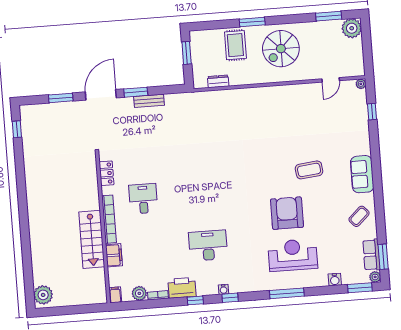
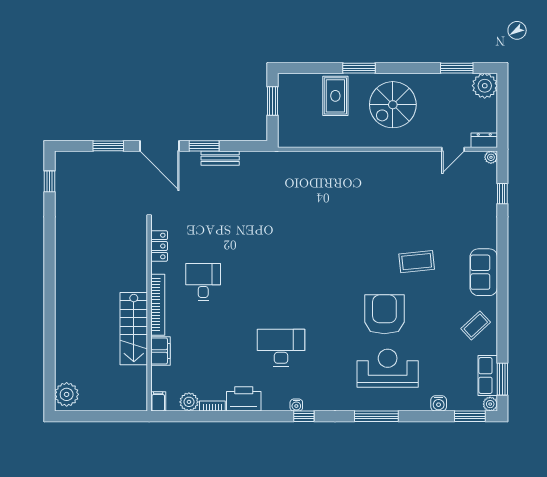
dresser: (218, 81) -> (484, 140), moved
door: (101, 95) -> (159, 146), swing flipped
window: (195, 300) -> (259, 416), removed

